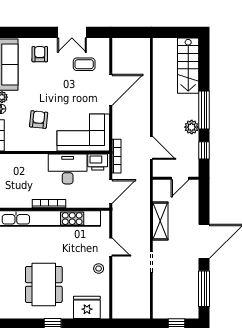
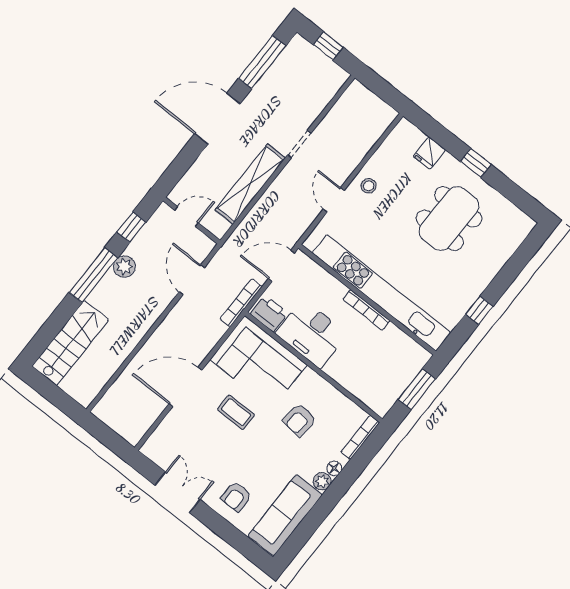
coffee table: (84, 64) -> (236, 412), moved
shelving: (160, 221) -> (250, 184), width x1.47
fridge: (87, 307) -> (429, 153), width x0.53, depth x0.75

